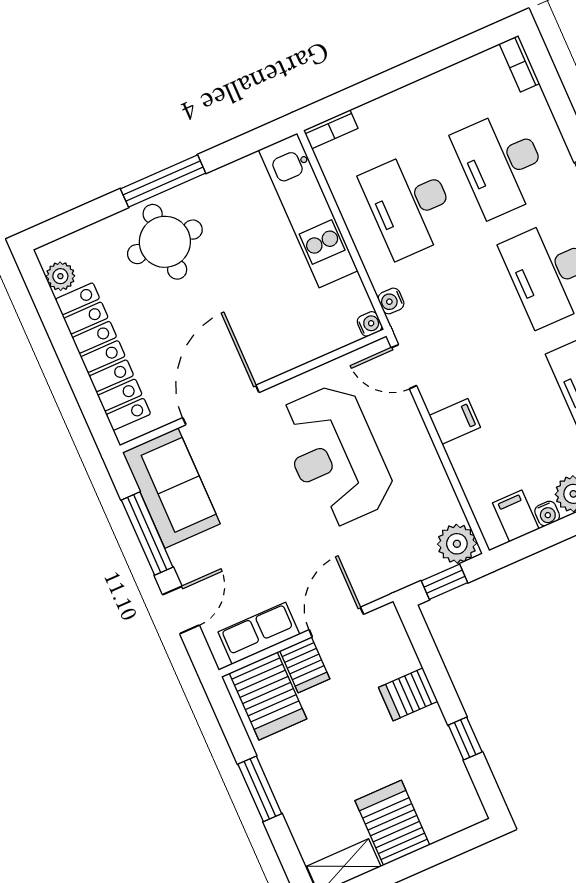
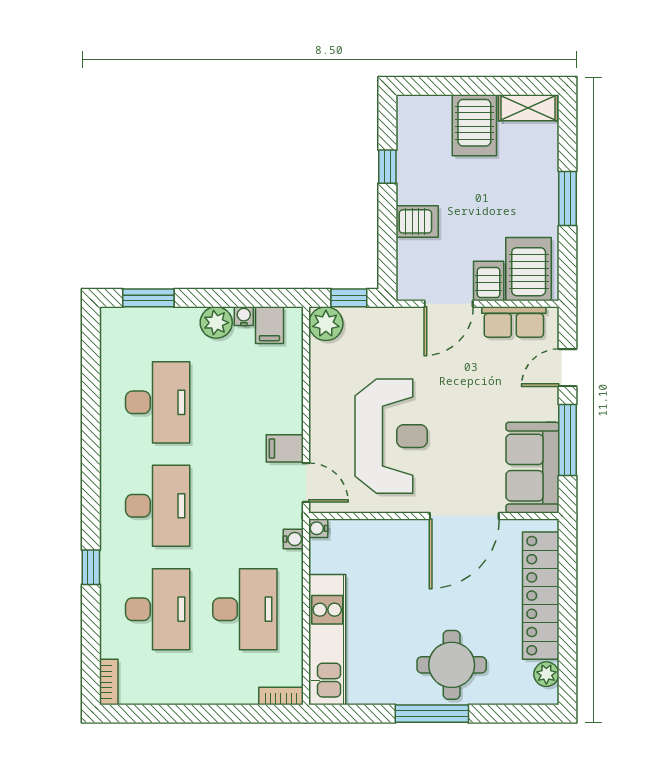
filing cabinet: (455, 421) -> (285, 448), moved

